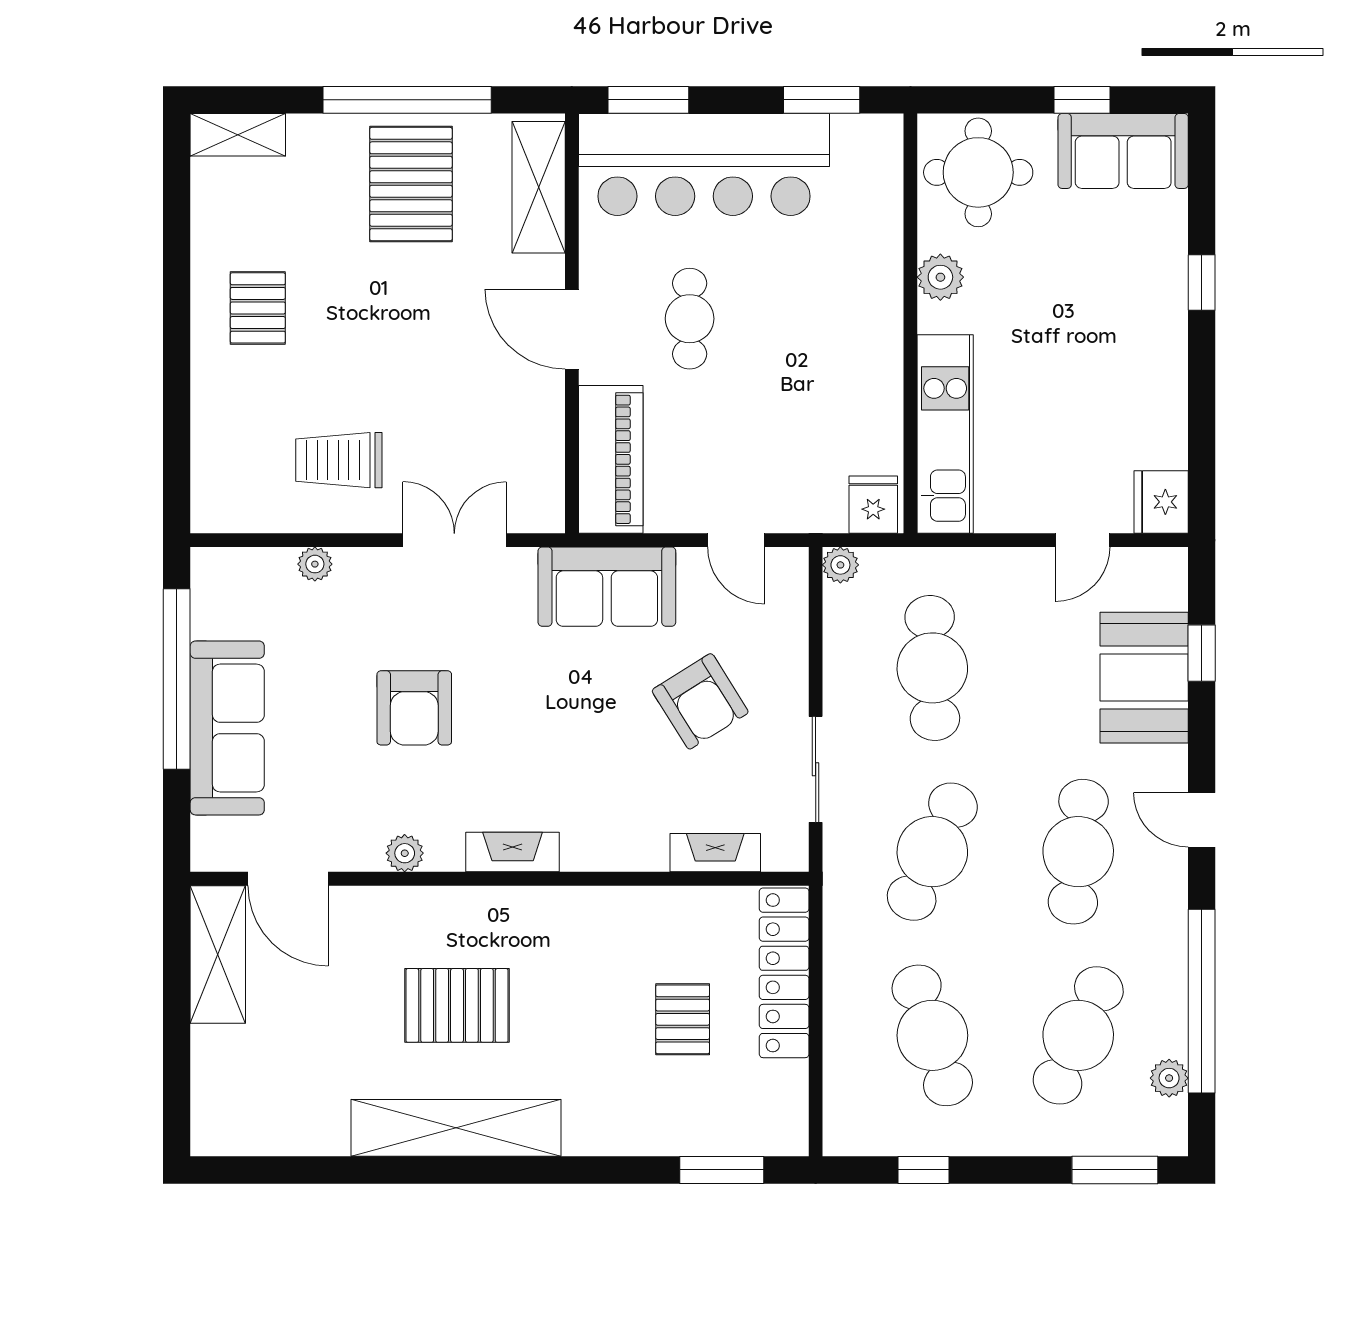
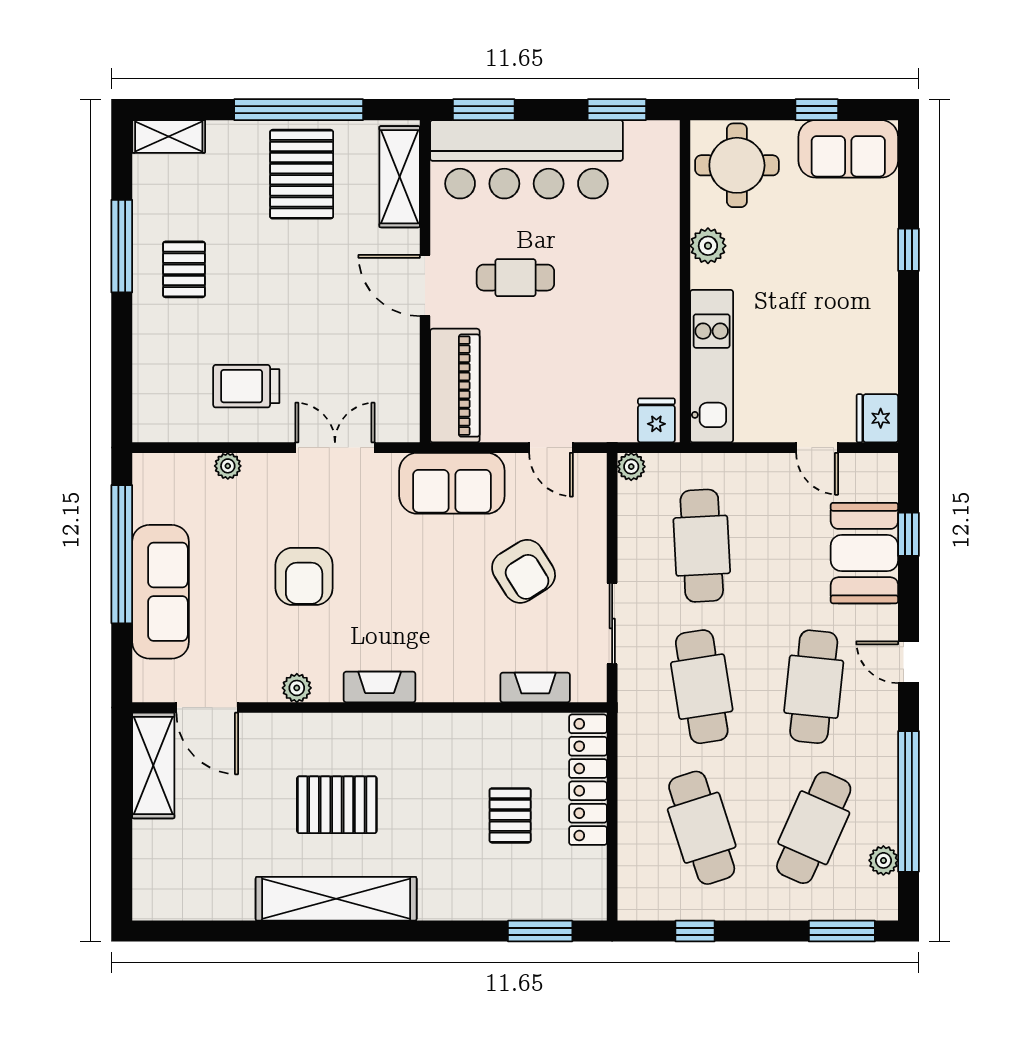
window: (177, 278) -> (122, 246), added
cafe table: (690, 319) -> (515, 278), turned 90
door: (1083, 540) -> (817, 448), hinge flipped
cafe table: (932, 852) -> (702, 687), turned -33

